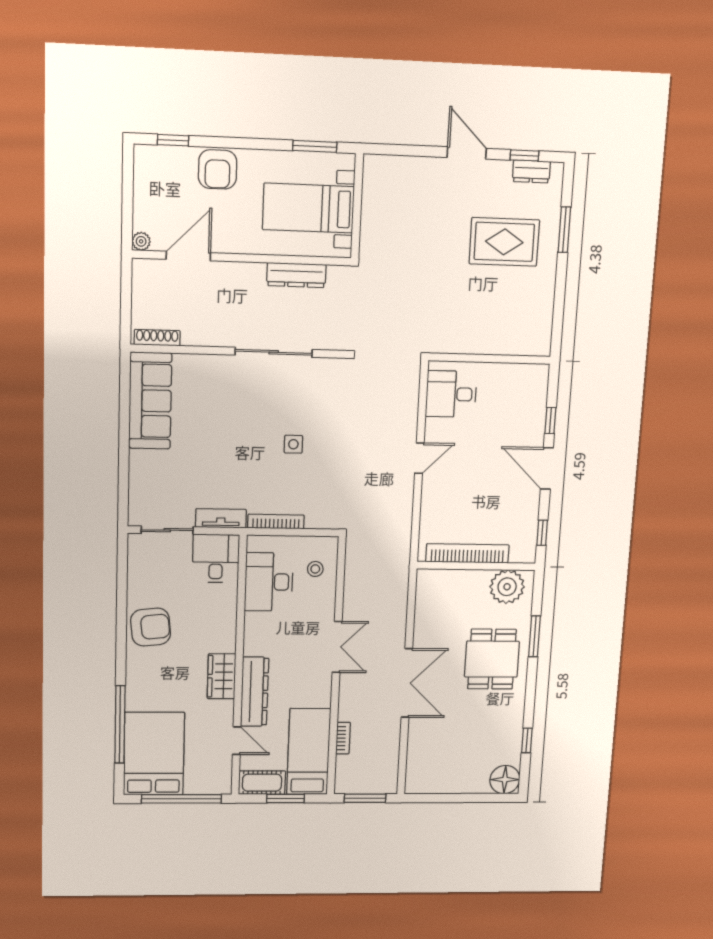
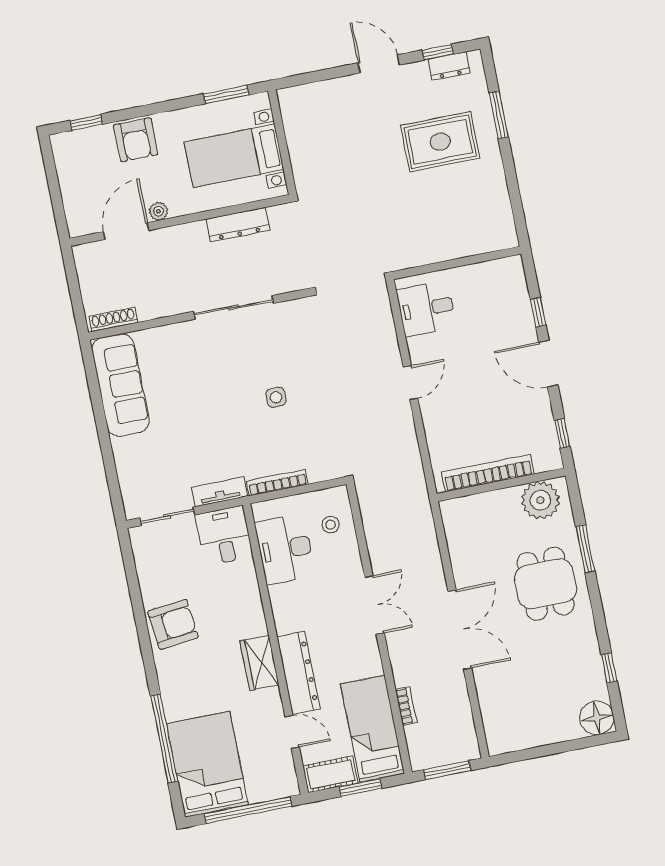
plant: (141, 241) -> (159, 211), moved

